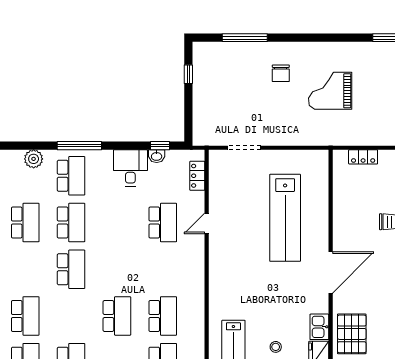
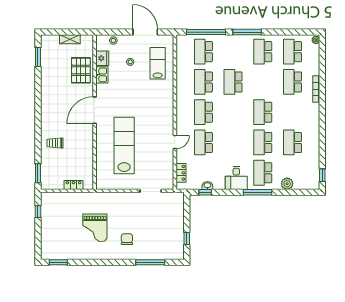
grand piano: (330, 91) -> (95, 228), turned 90
desk: (130, 168) -> (236, 178), moved
school desk: (163, 269) -> (203, 112), added

